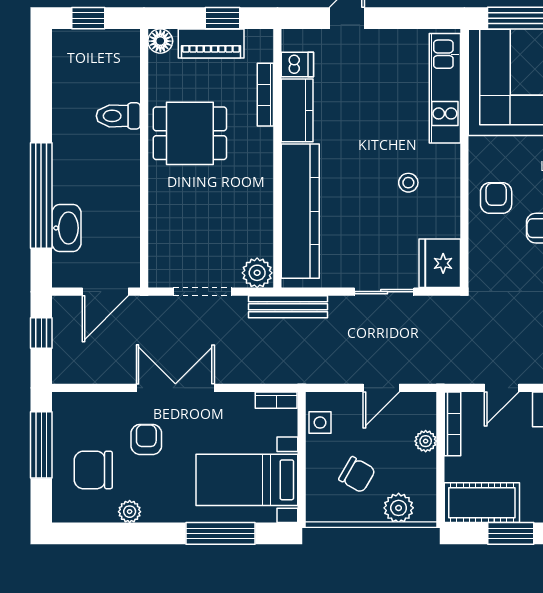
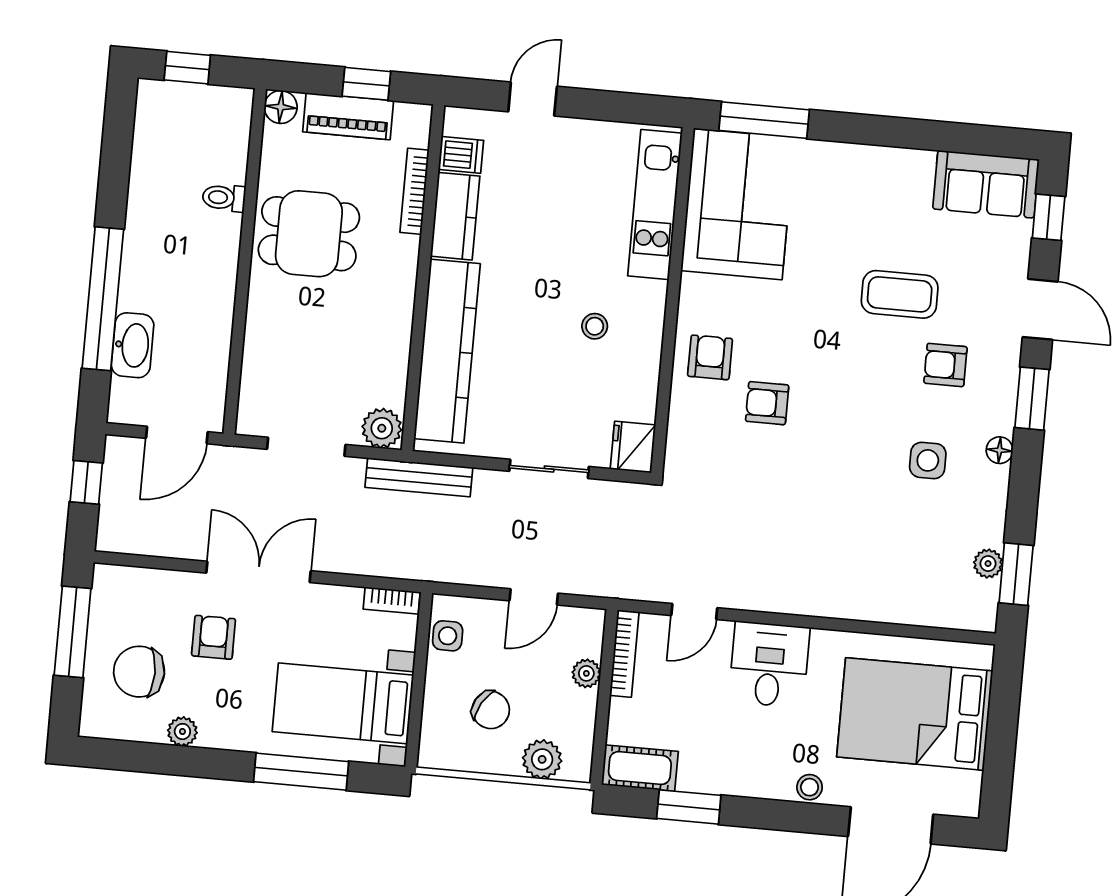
toilet: (118, 116) -> (224, 198), width x0.73, depth x0.72
fridge: (440, 263) -> (633, 447), width x0.73, depth x0.75
cot: (482, 503) -> (640, 768), width x0.73, depth x0.75

